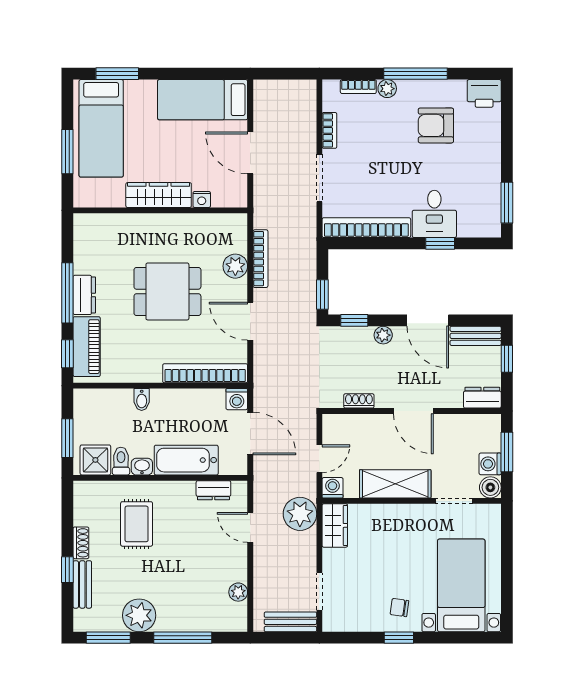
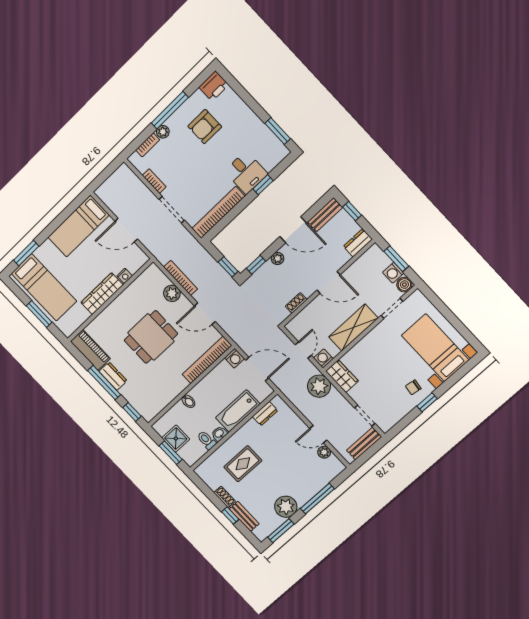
piano: (87, 347) -> (90, 350), moved
shower: (95, 460) -> (176, 439), moved
rug: (137, 524) -> (243, 464), turned 90
door: (250, 527) -> (318, 434), moved

